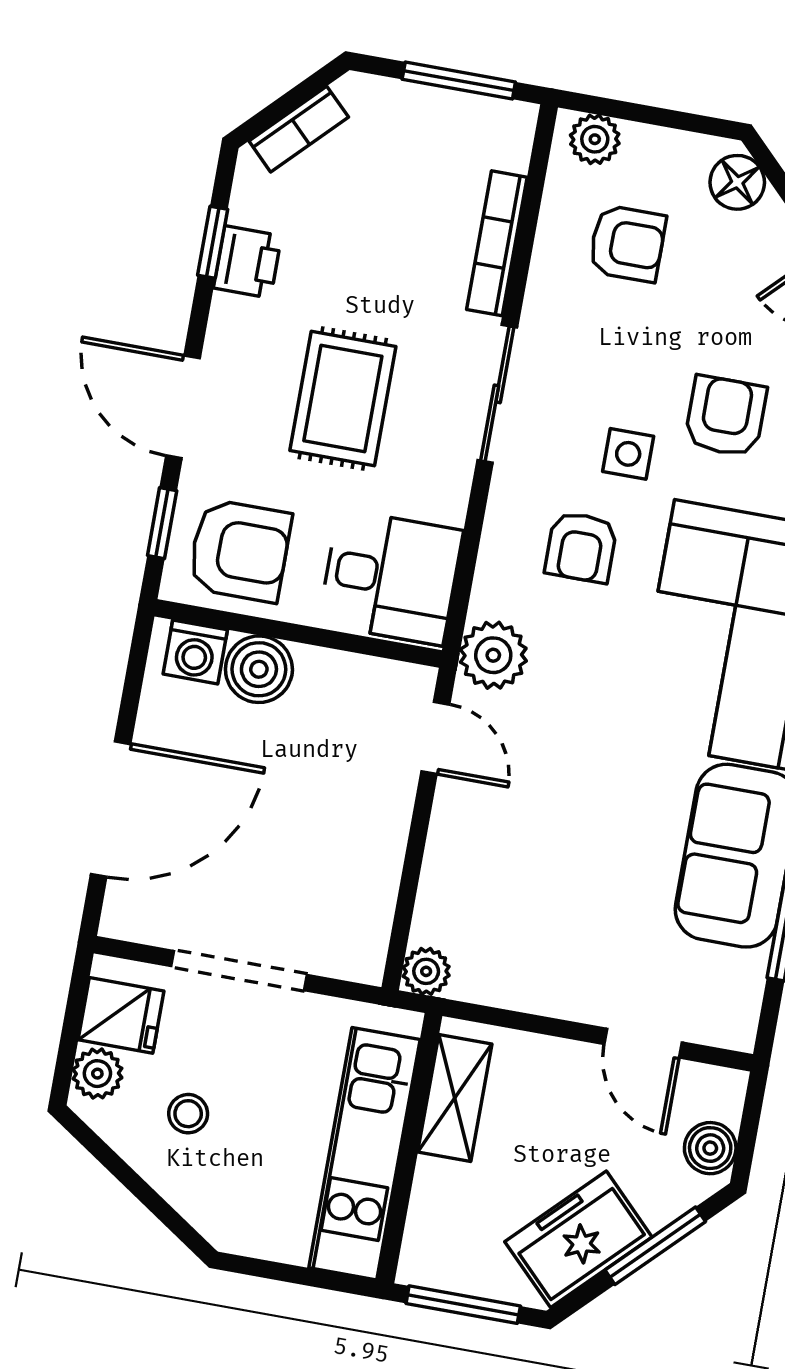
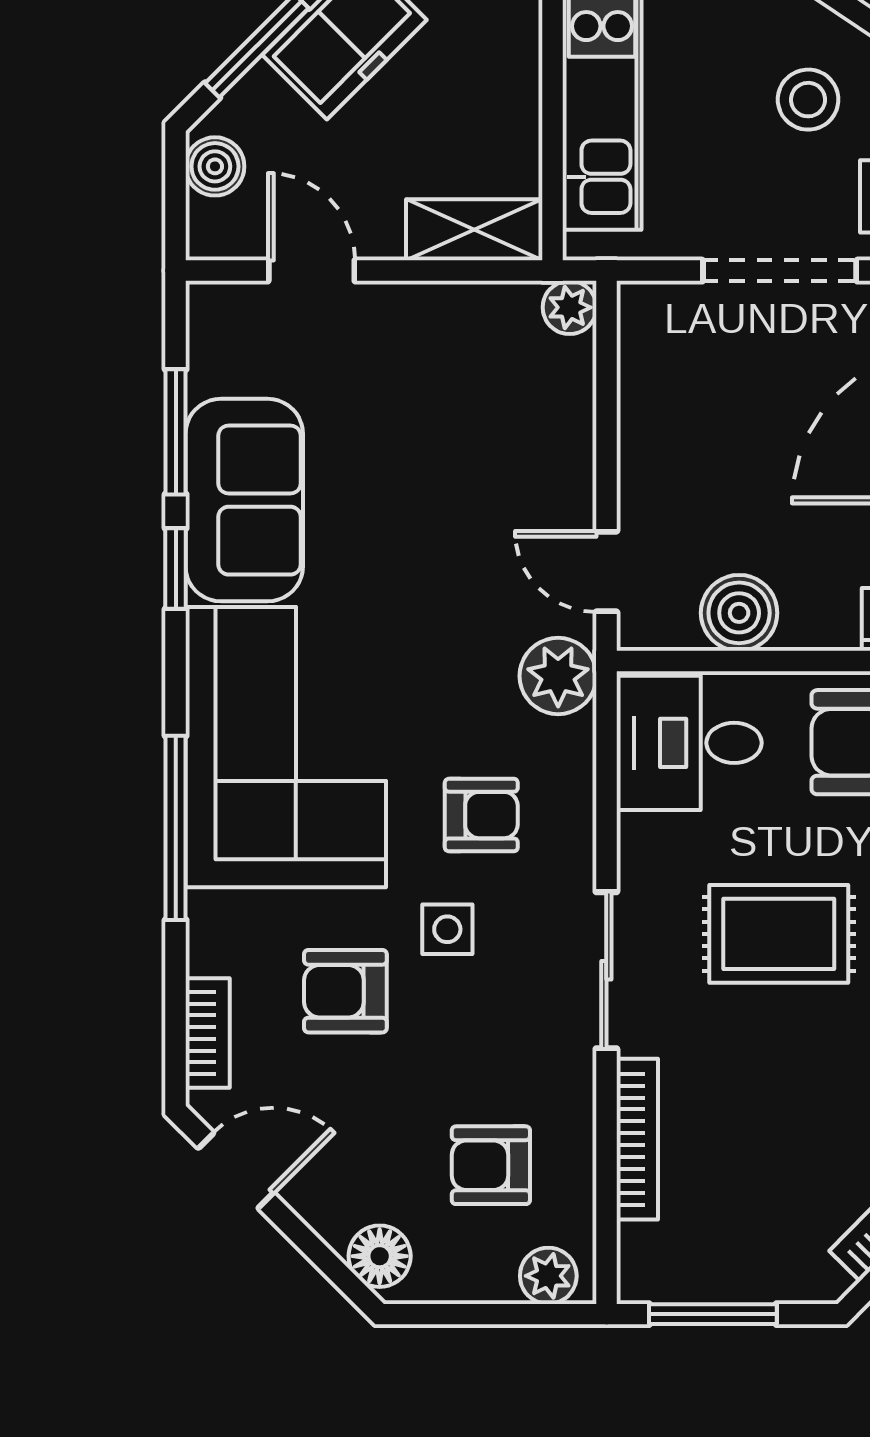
rug: (343, 399) -> (779, 934), turned 90
armchair: (726, 416) -> (345, 991), turned 90
armchair: (581, 547) -> (481, 815), turned 90
boiler: (259, 669) -> (739, 613), moved
shelving: (455, 1098) -> (474, 230), moved, turned 90
stool: (188, 1114) -> (808, 100), width x1.37, depth x1.37

